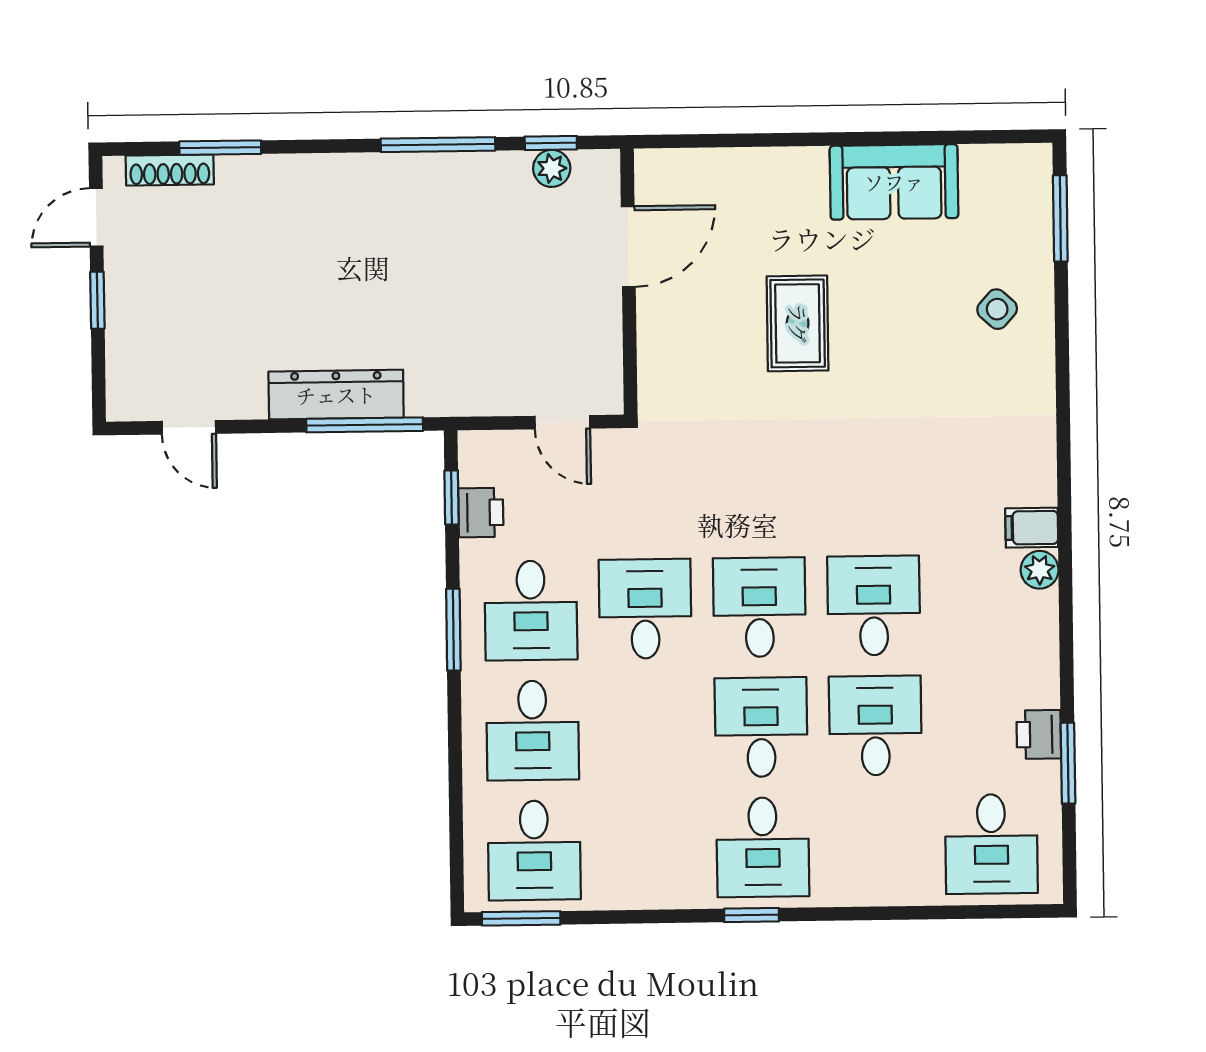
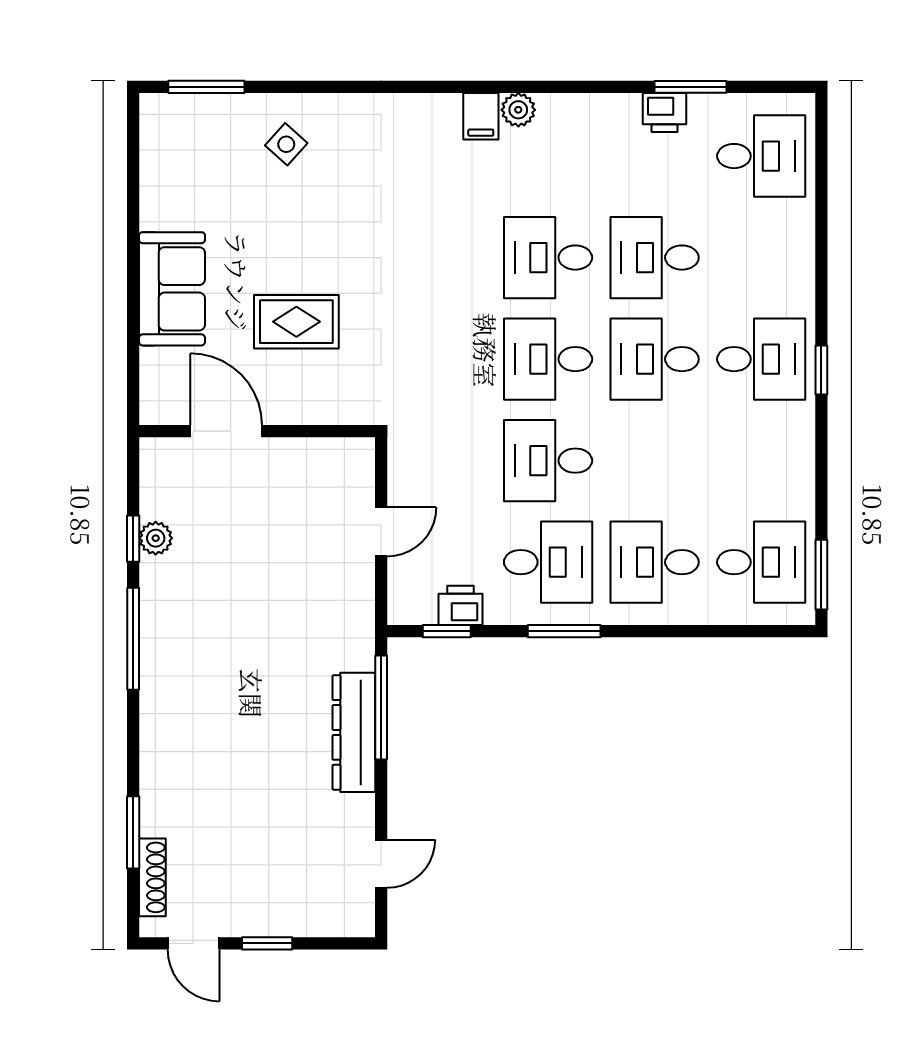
sofa: (894, 182) -> (172, 289), moved
door: (628, 247) -> (226, 431), moved
wall: (629, 282) -> (257, 431), moved
desk: (533, 730) -> (655, 562), turned 180

